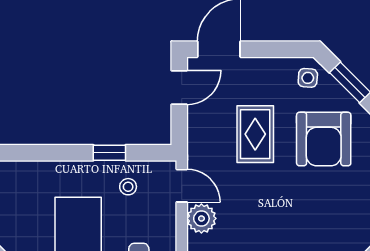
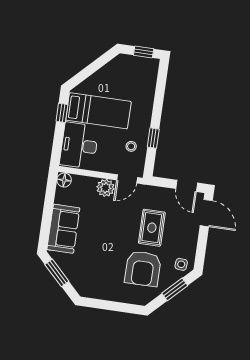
rug: (255, 134) -> (152, 228), turned 90
armchair: (324, 139) -> (143, 269), turned -90

